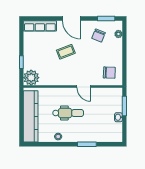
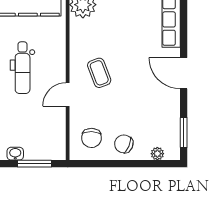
door: (71, 19) -> (184, 73), hinge flipped
chair: (99, 36) -> (124, 144), moved
coffee table: (66, 52) -> (99, 73), moved

